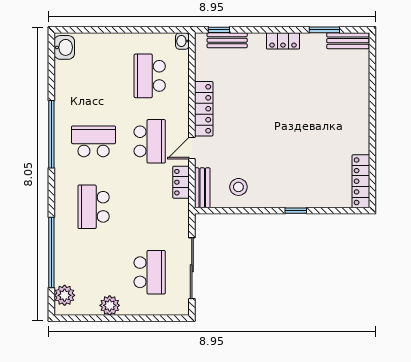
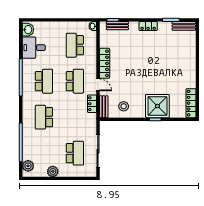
desk: (75, 80) -> (34, 48), added
school desk: (94, 141) -> (44, 81), turned 90
door: (192, 148) -> (98, 85), swing flipped
shower: (300, 186) -> (157, 106), added

